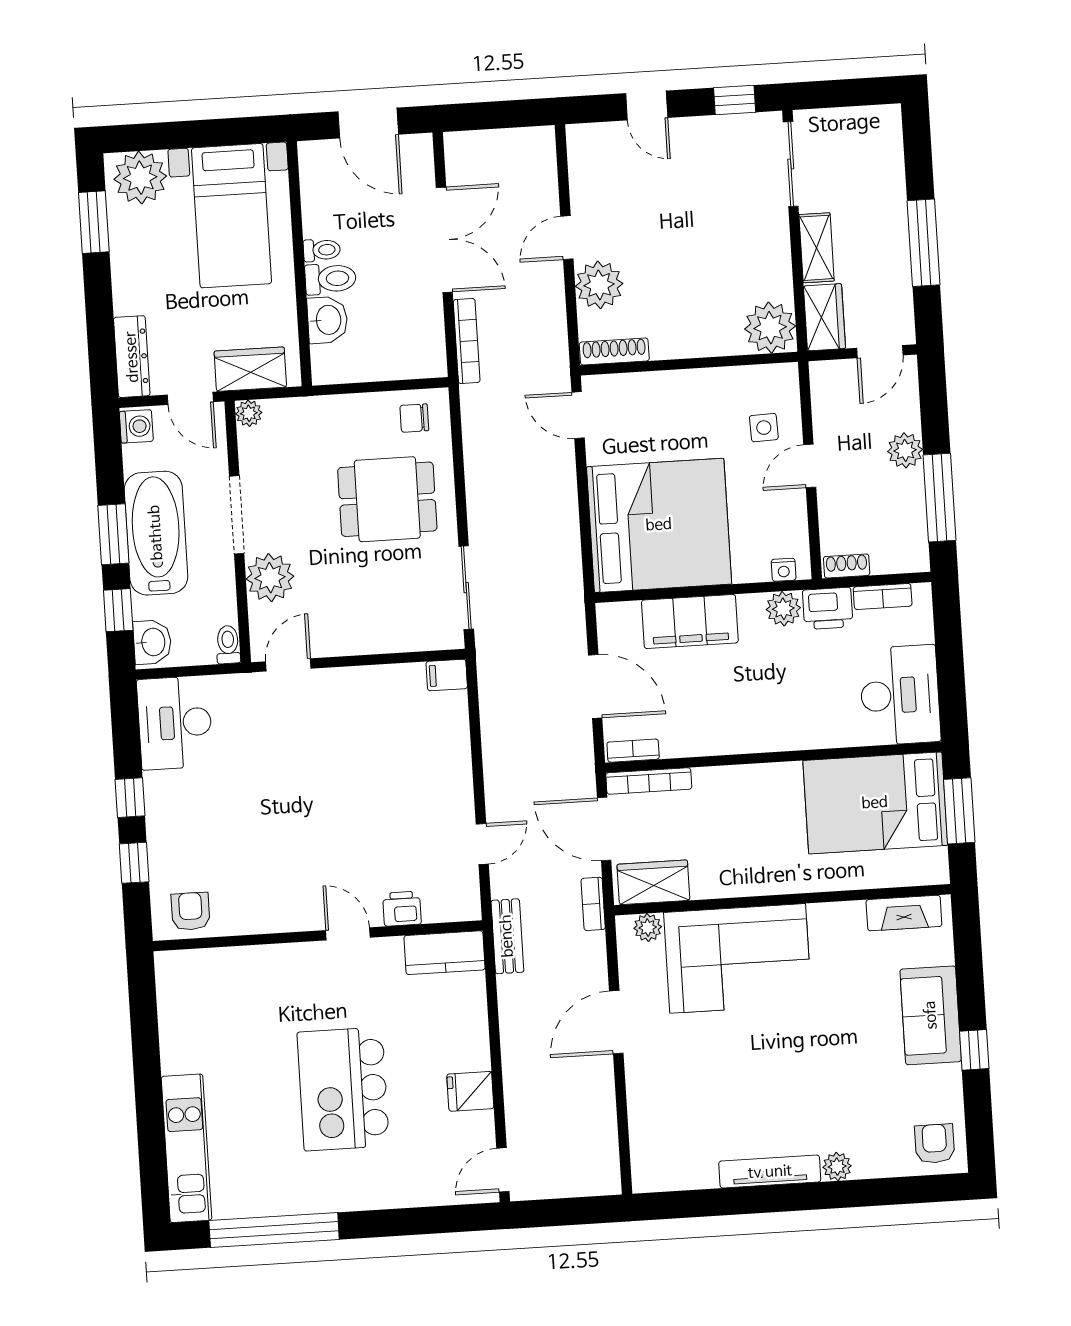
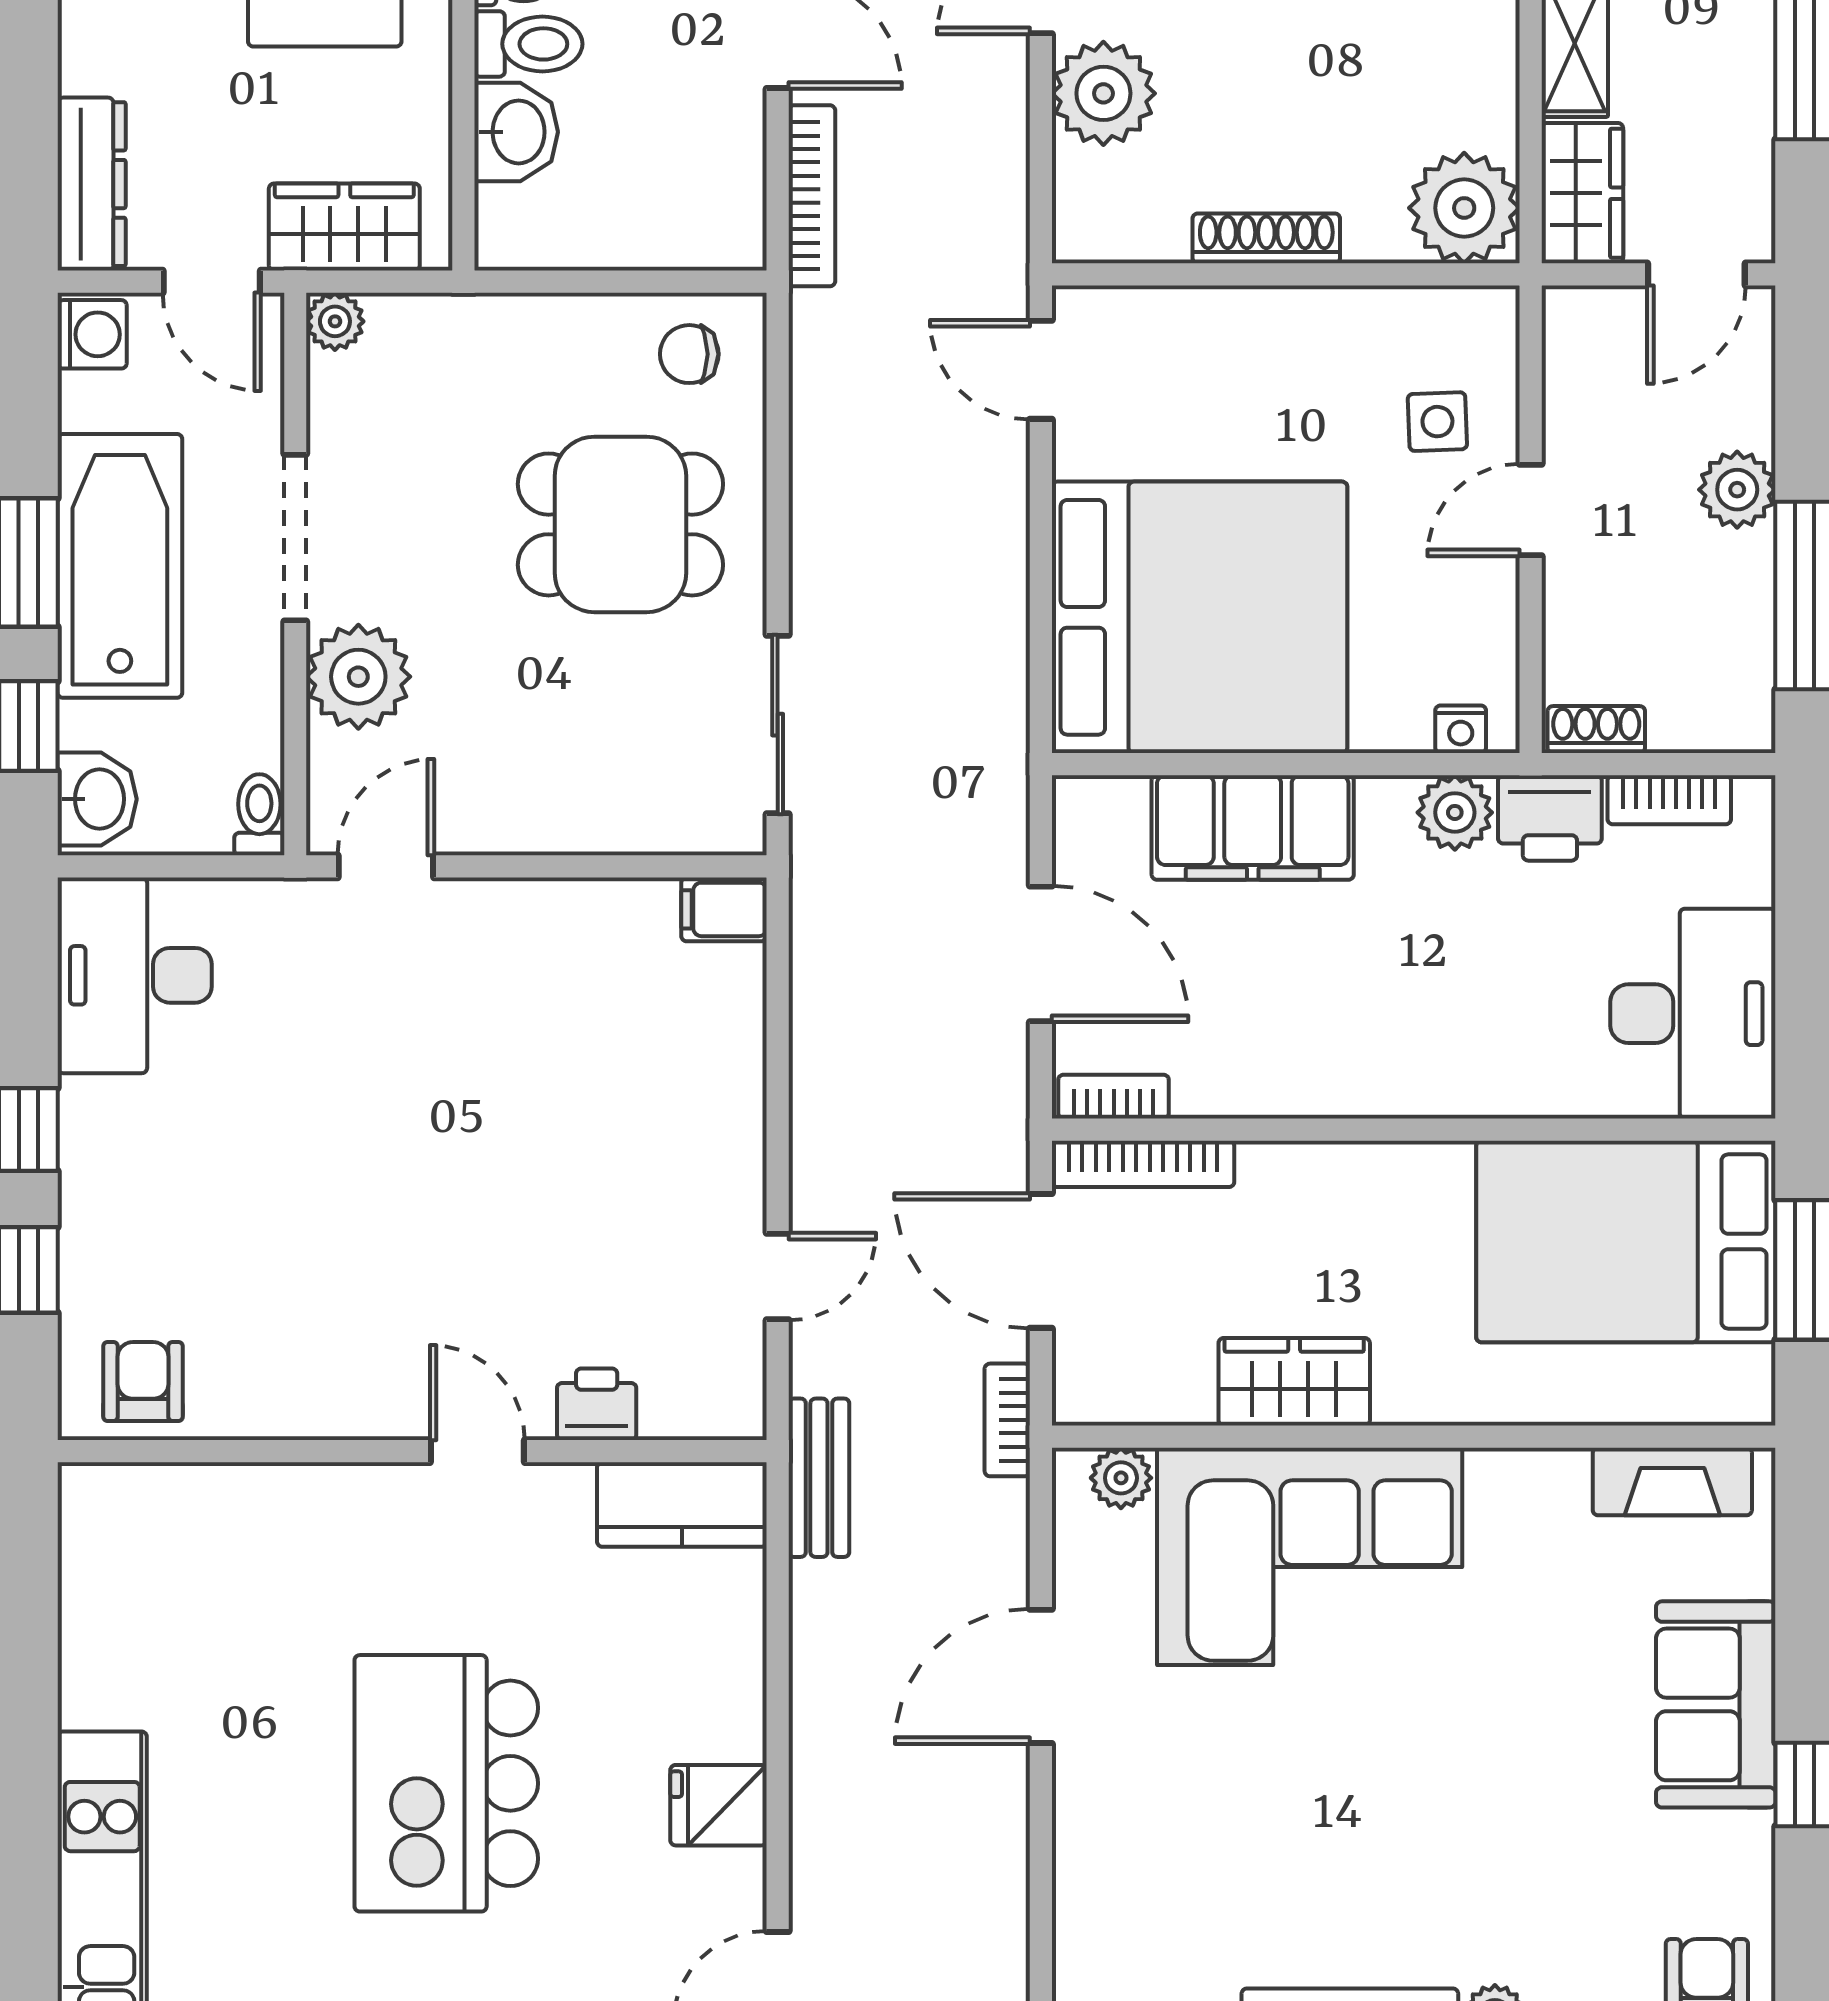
shoe rack: (614, 352) -> (1266, 238), moved
wardrobe: (653, 882) -> (1294, 1382), moved

